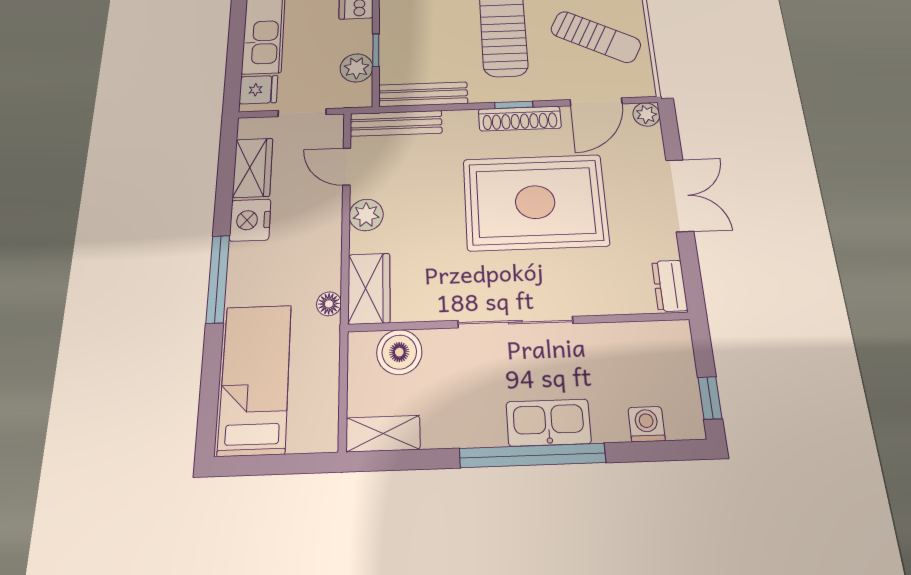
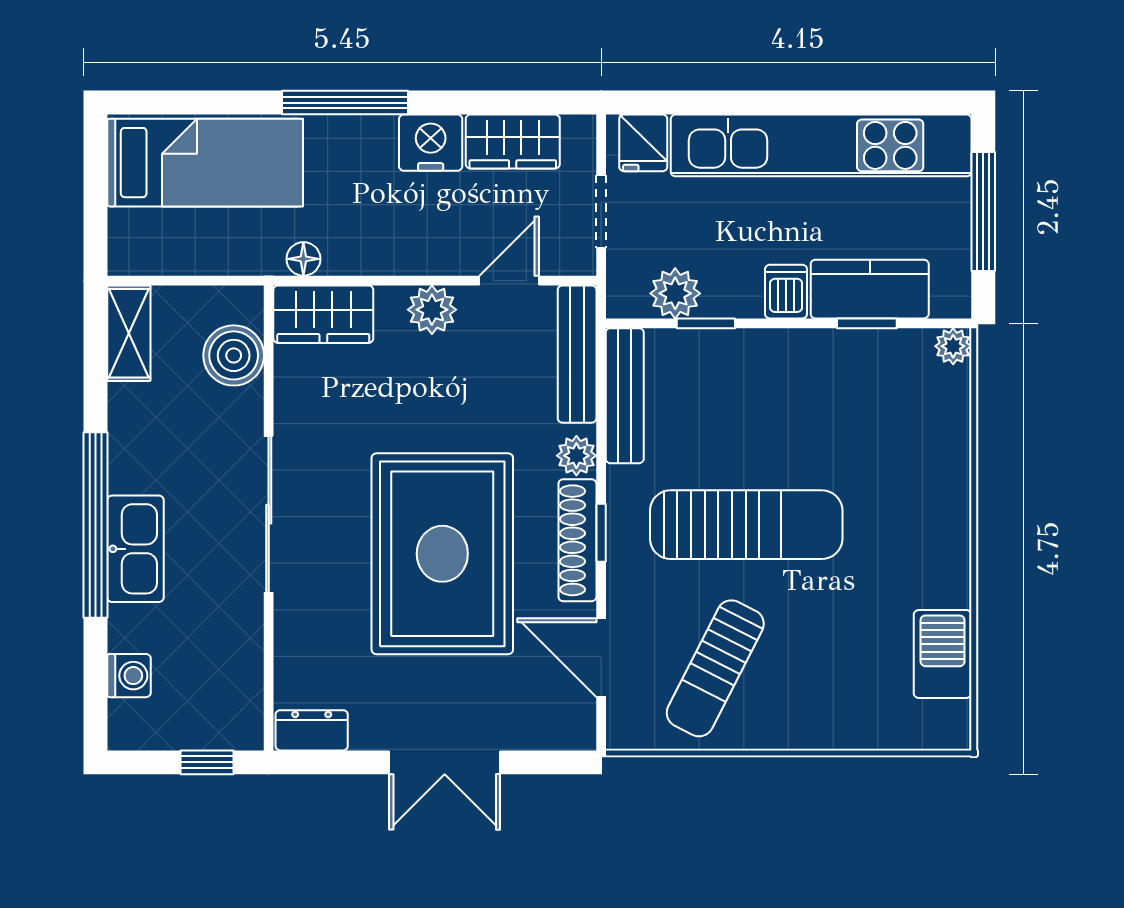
plant: (646, 114) -> (576, 456), moved
window: (710, 398) -> (207, 762), moved

